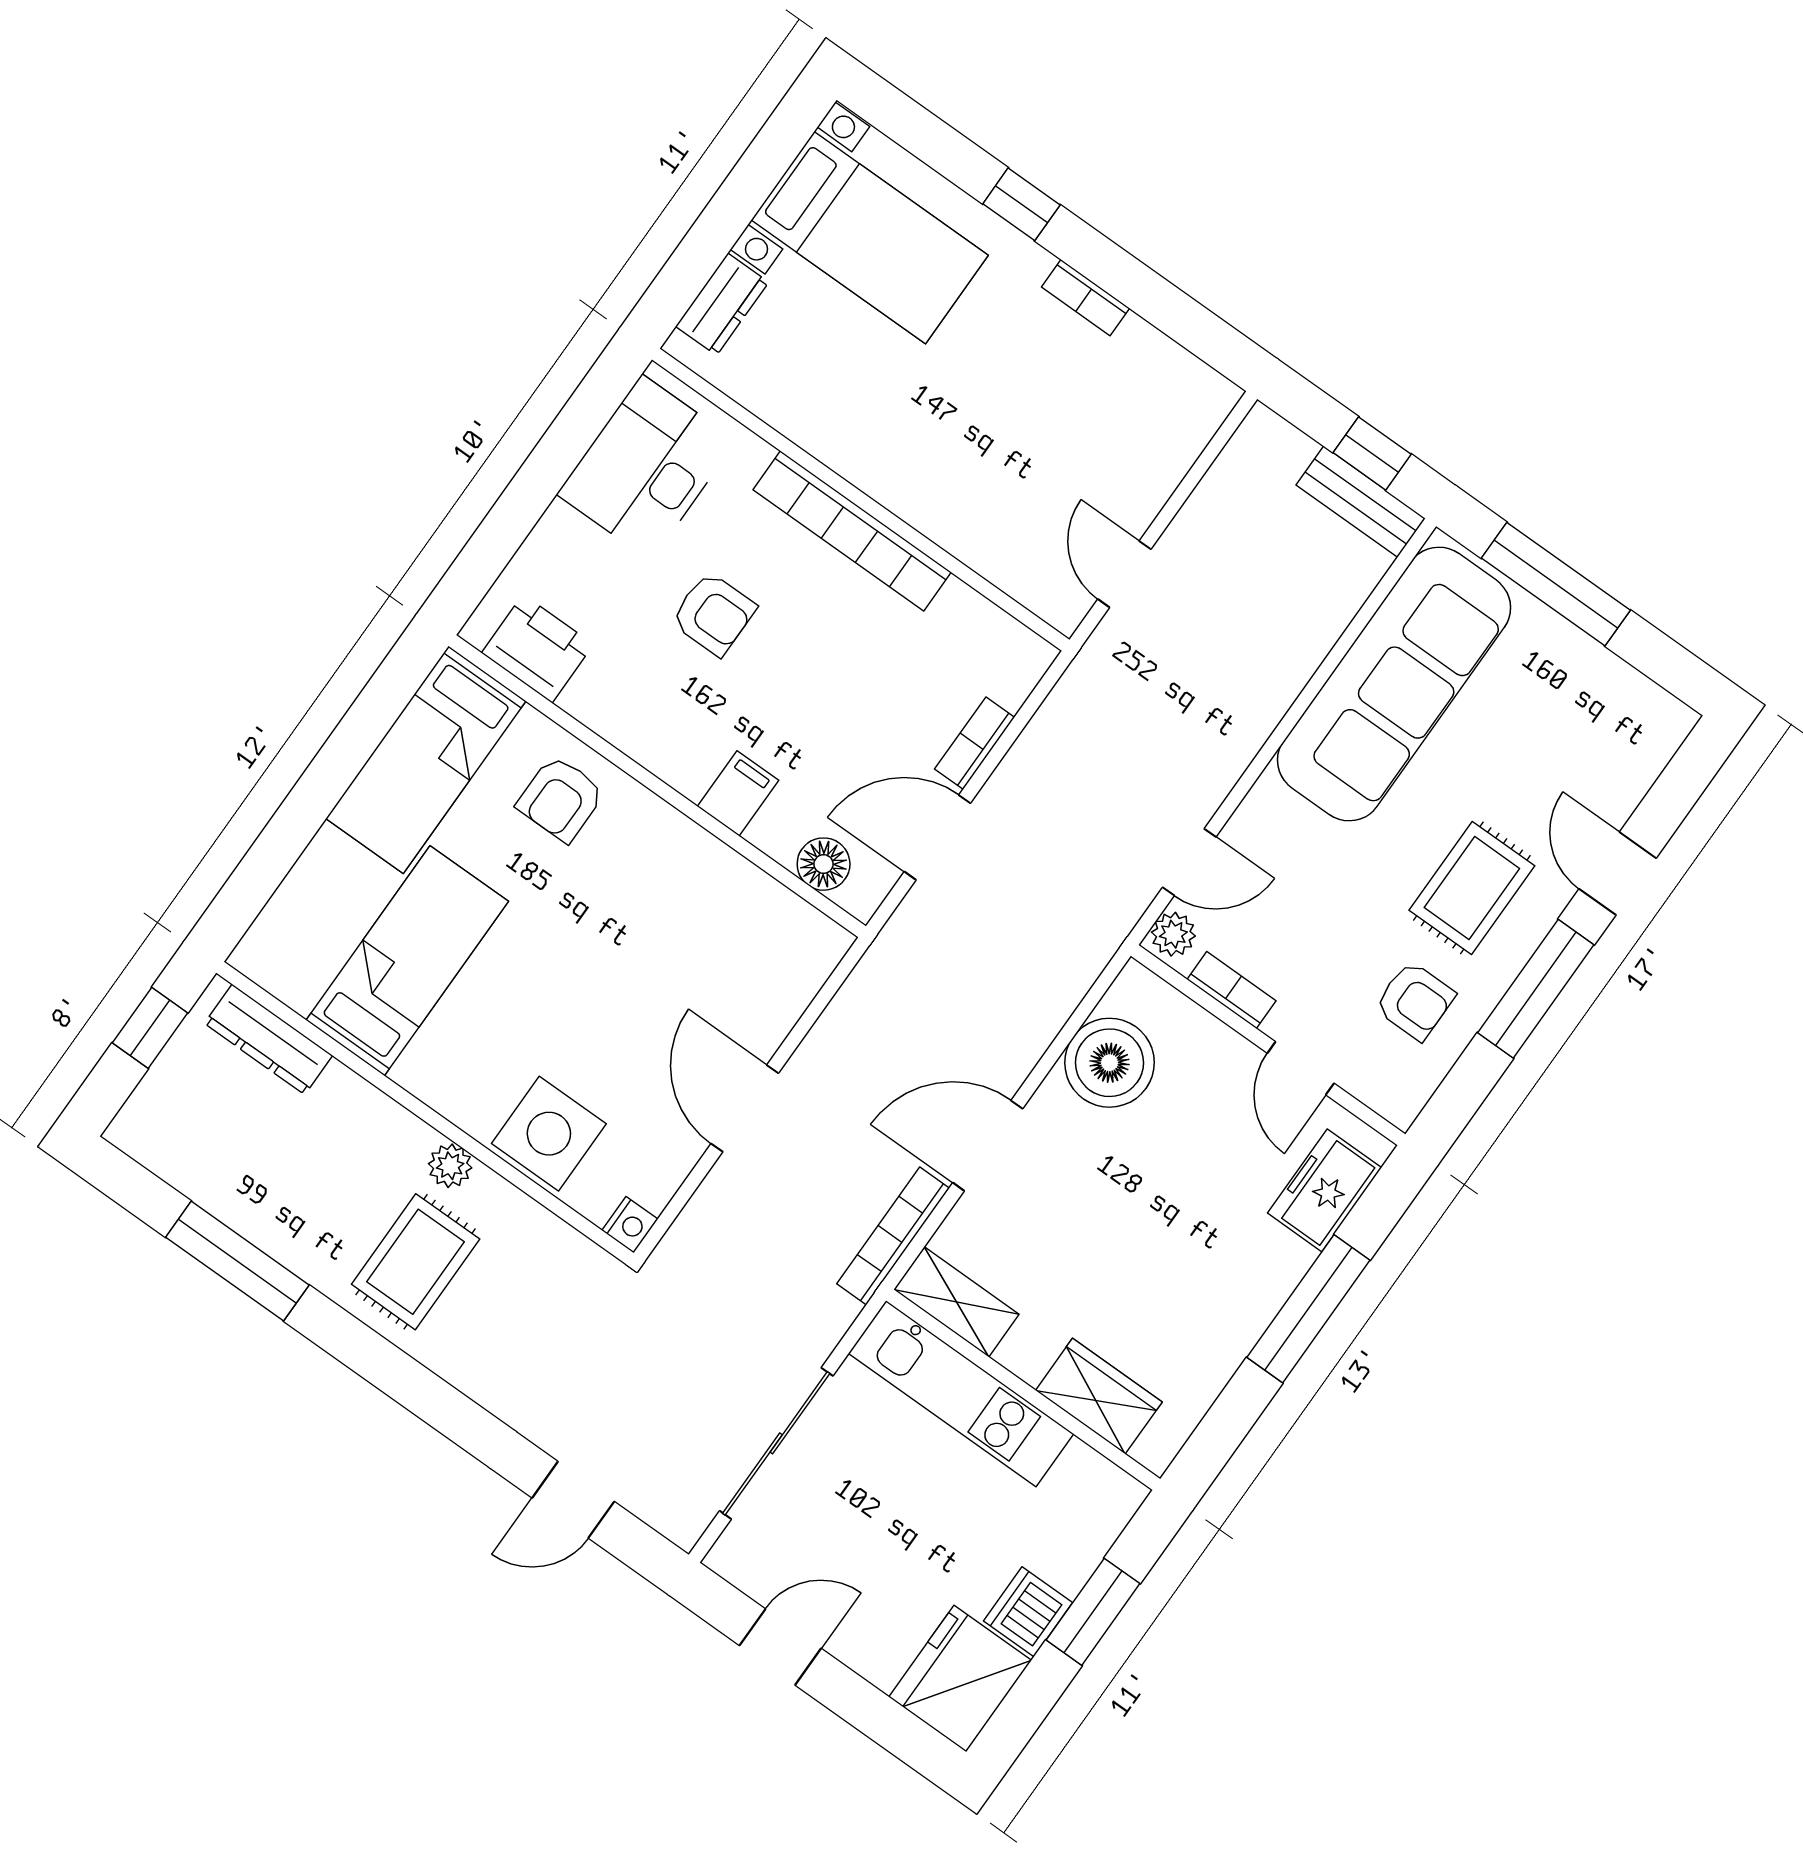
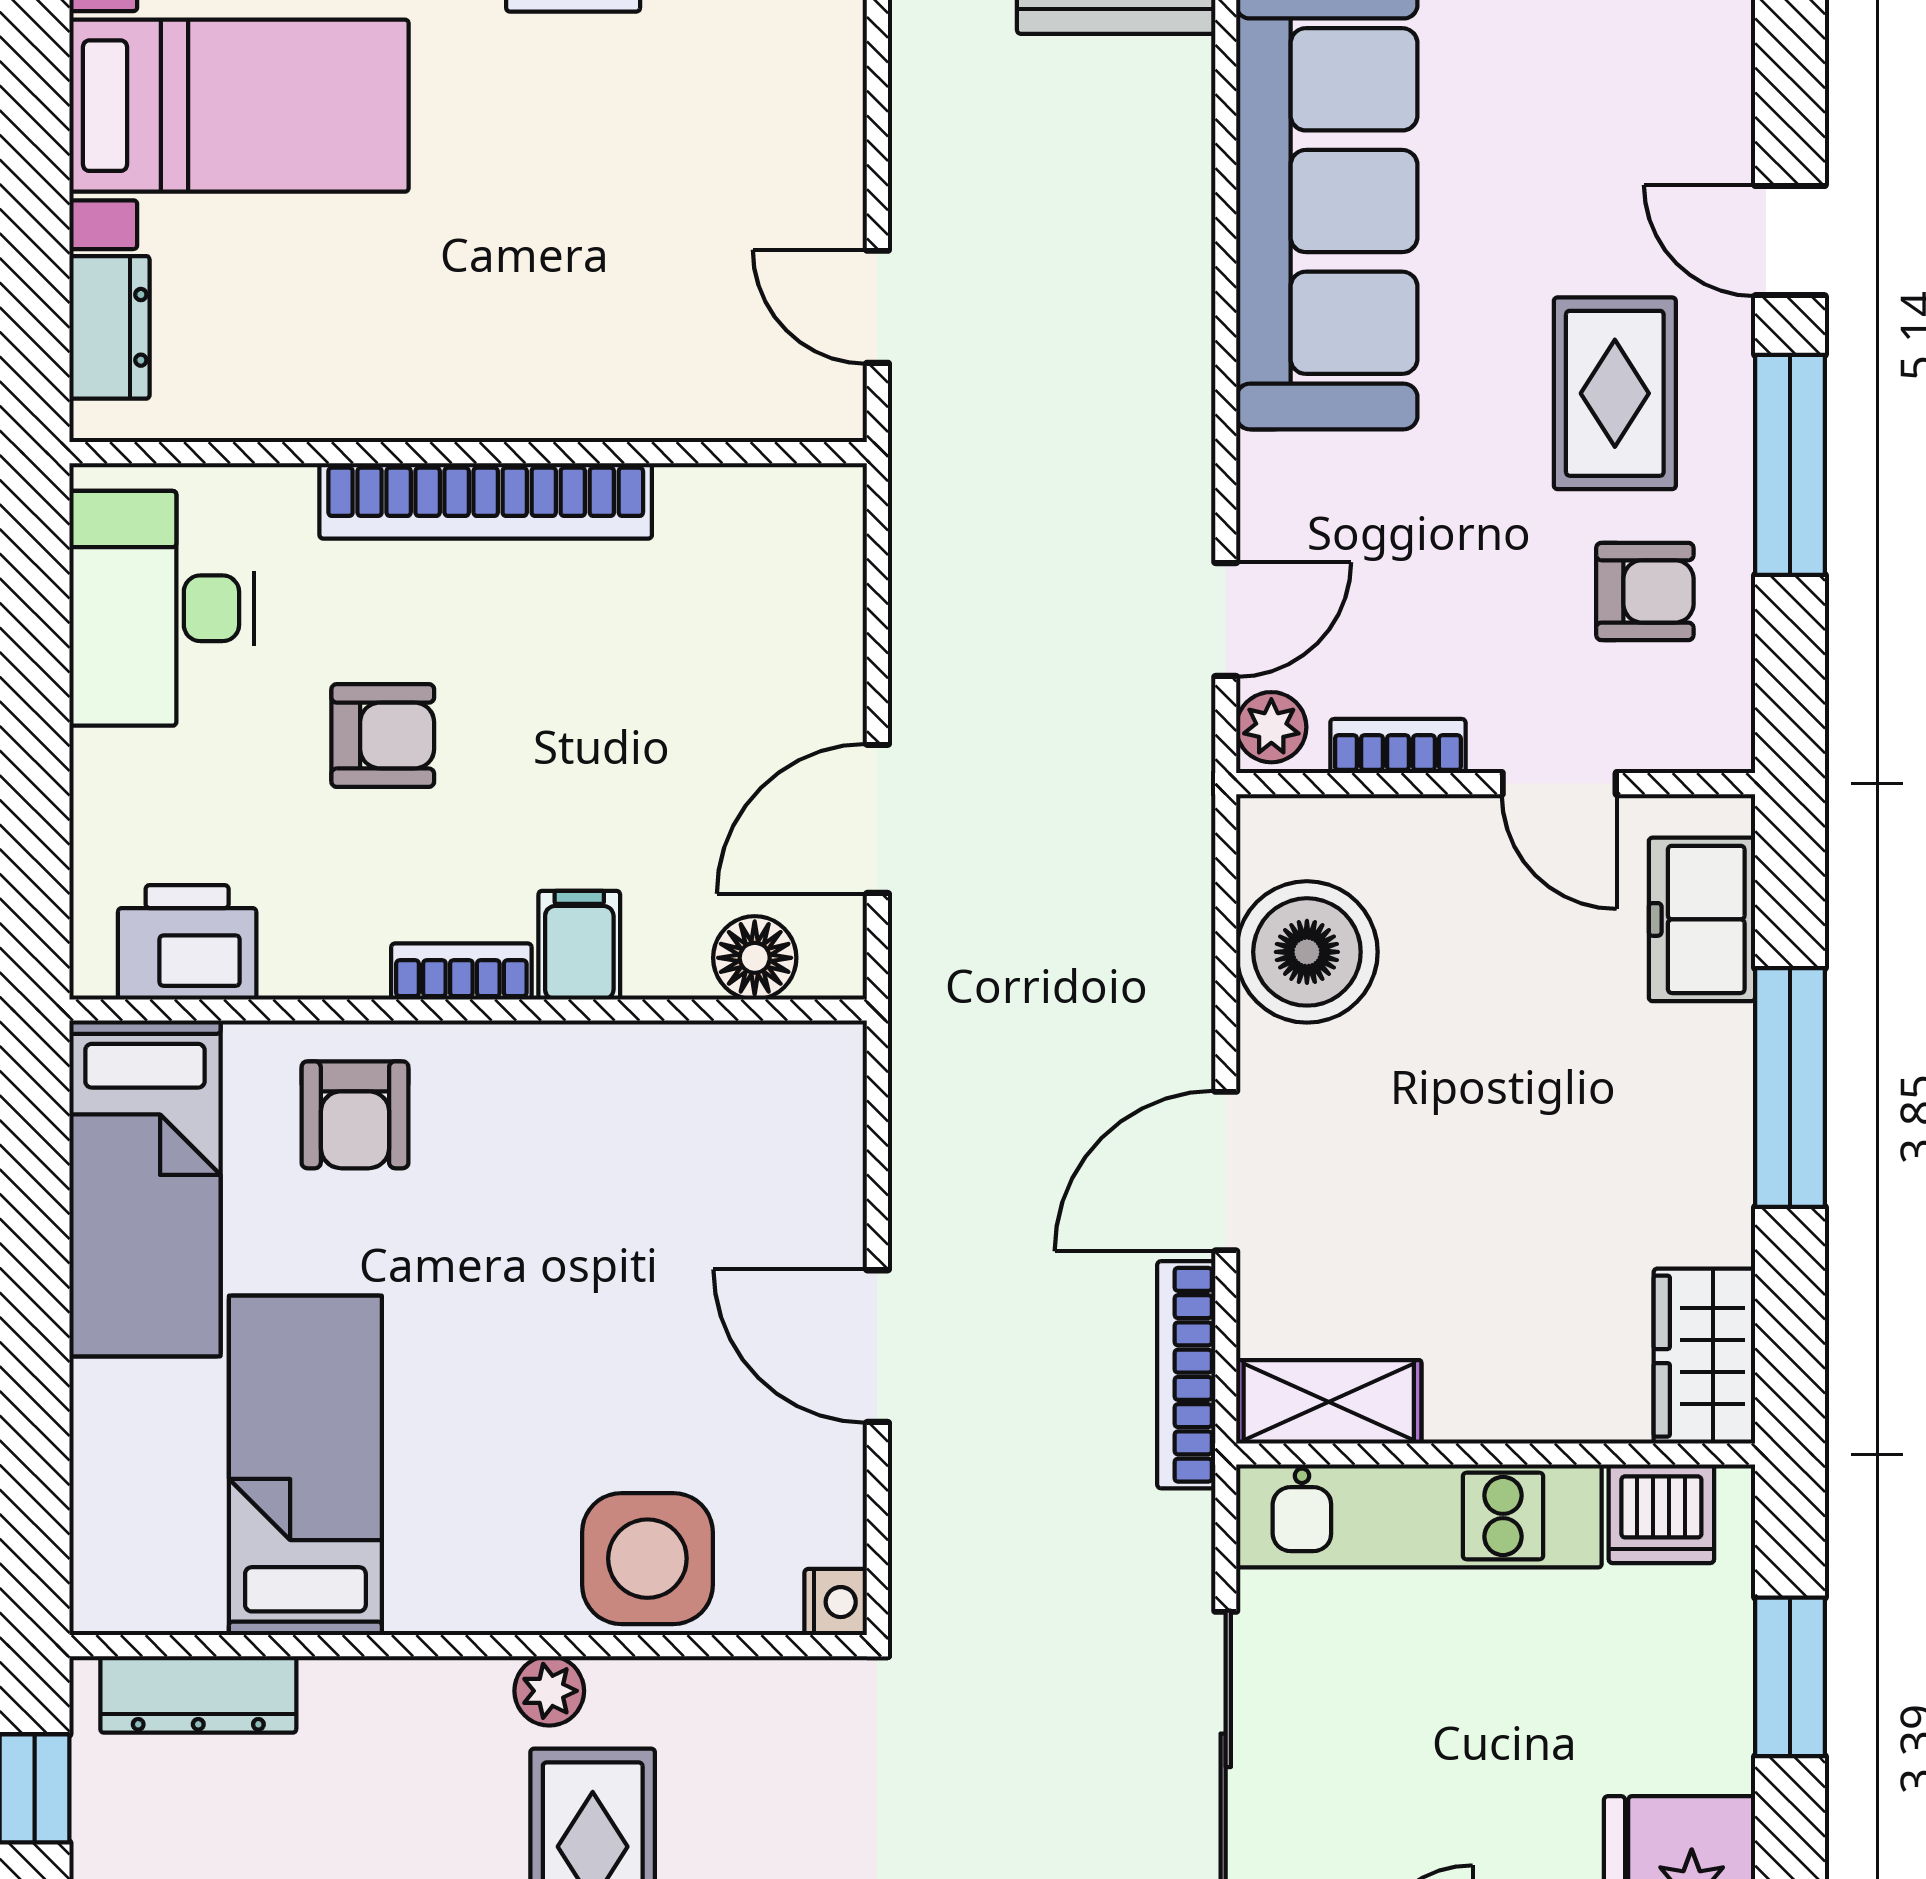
bookcase: (975, 743) -> (461, 971), moved, turned 90
wardrobe: (1099, 1396) -> (1704, 1356), moved, turned -90
dishwasher: (1028, 1612) -> (1661, 1514), moved, turned -90

